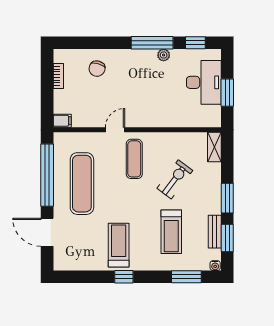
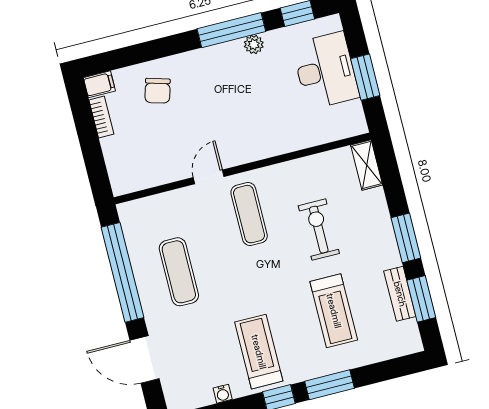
filing cabinet: (62, 121) -> (99, 84), moved
exercise bike: (175, 179) -> (319, 230), turned -37
exercise mat: (82, 184) -> (179, 272), width x0.73, depth x0.69
water cooler: (215, 266) -> (223, 394), moved
window: (186, 277) -> (329, 385), moved

